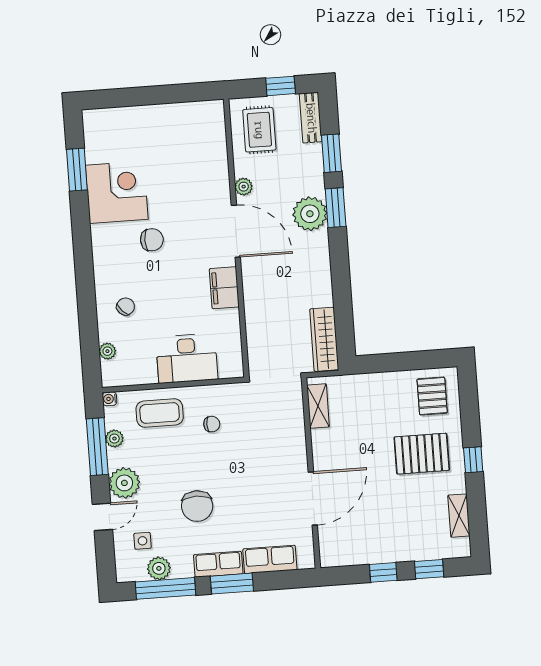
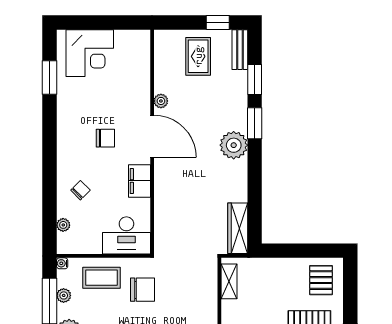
plant: (244, 187) -> (161, 101), moved
corner desk: (117, 192) -> (90, 53), moved, turned 90
plant: (310, 214) -> (234, 145), moved
door: (236, 231) -> (152, 136), moved
wall: (236, 238) -> (152, 142), moved
filing cabinet: (224, 288) -> (139, 181), moved
chair: (212, 424) -> (143, 290), width x1.87, depth x1.87

